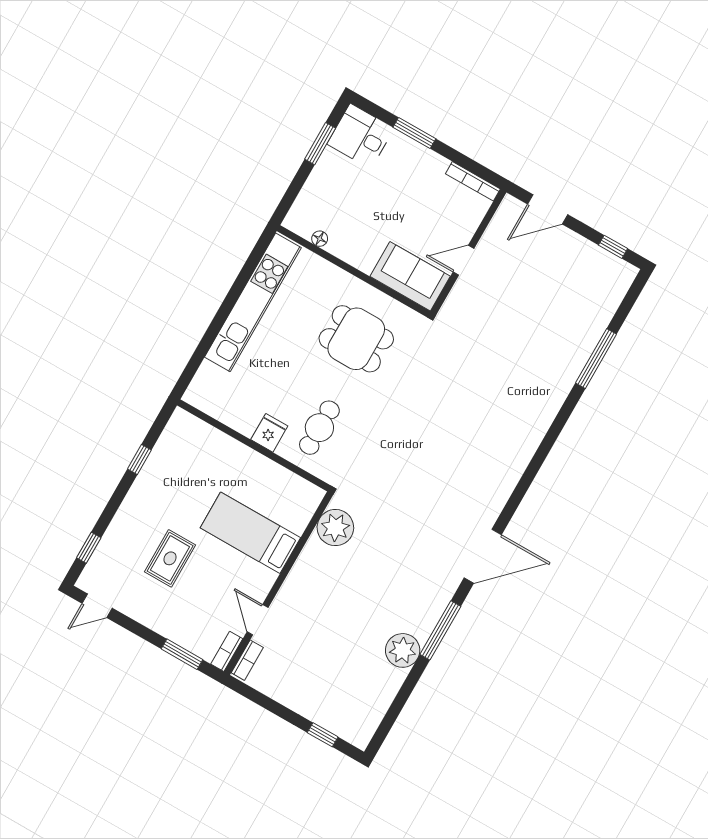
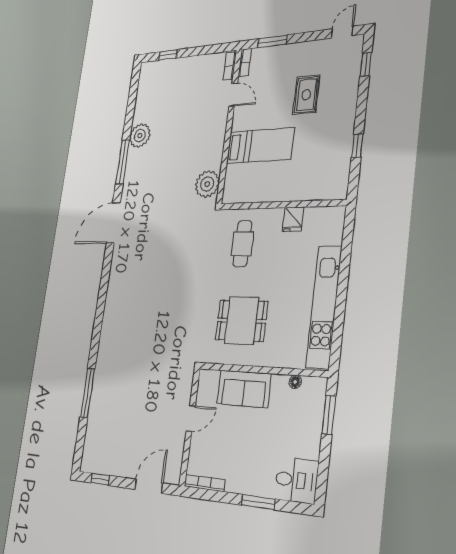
window: (320, 144) -> (329, 415), moved
sofa: (410, 276) -> (244, 389), moved
fridge: (269, 433) -> (293, 219), moved

